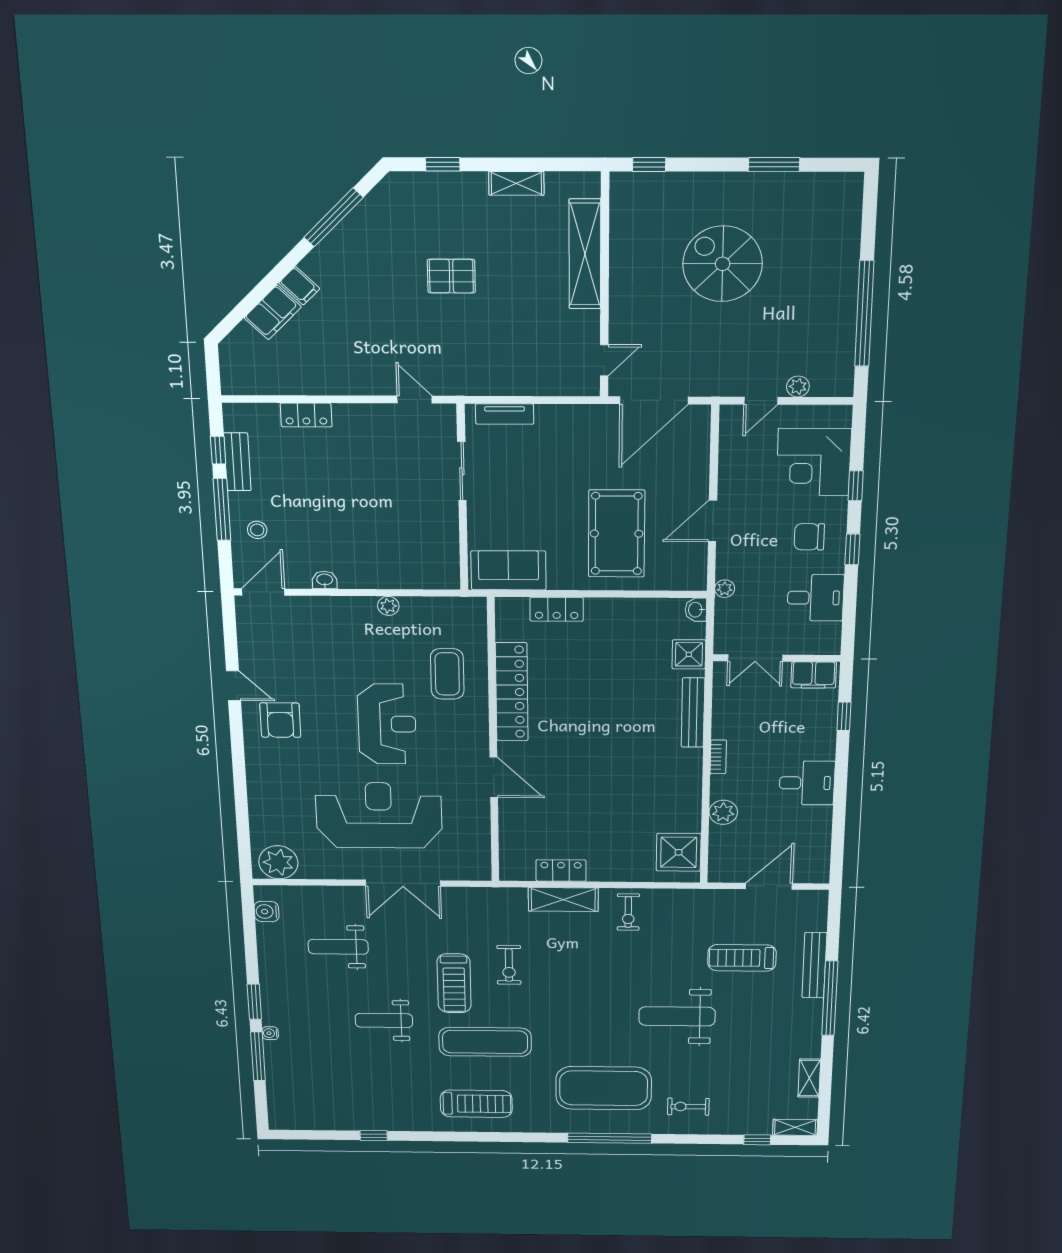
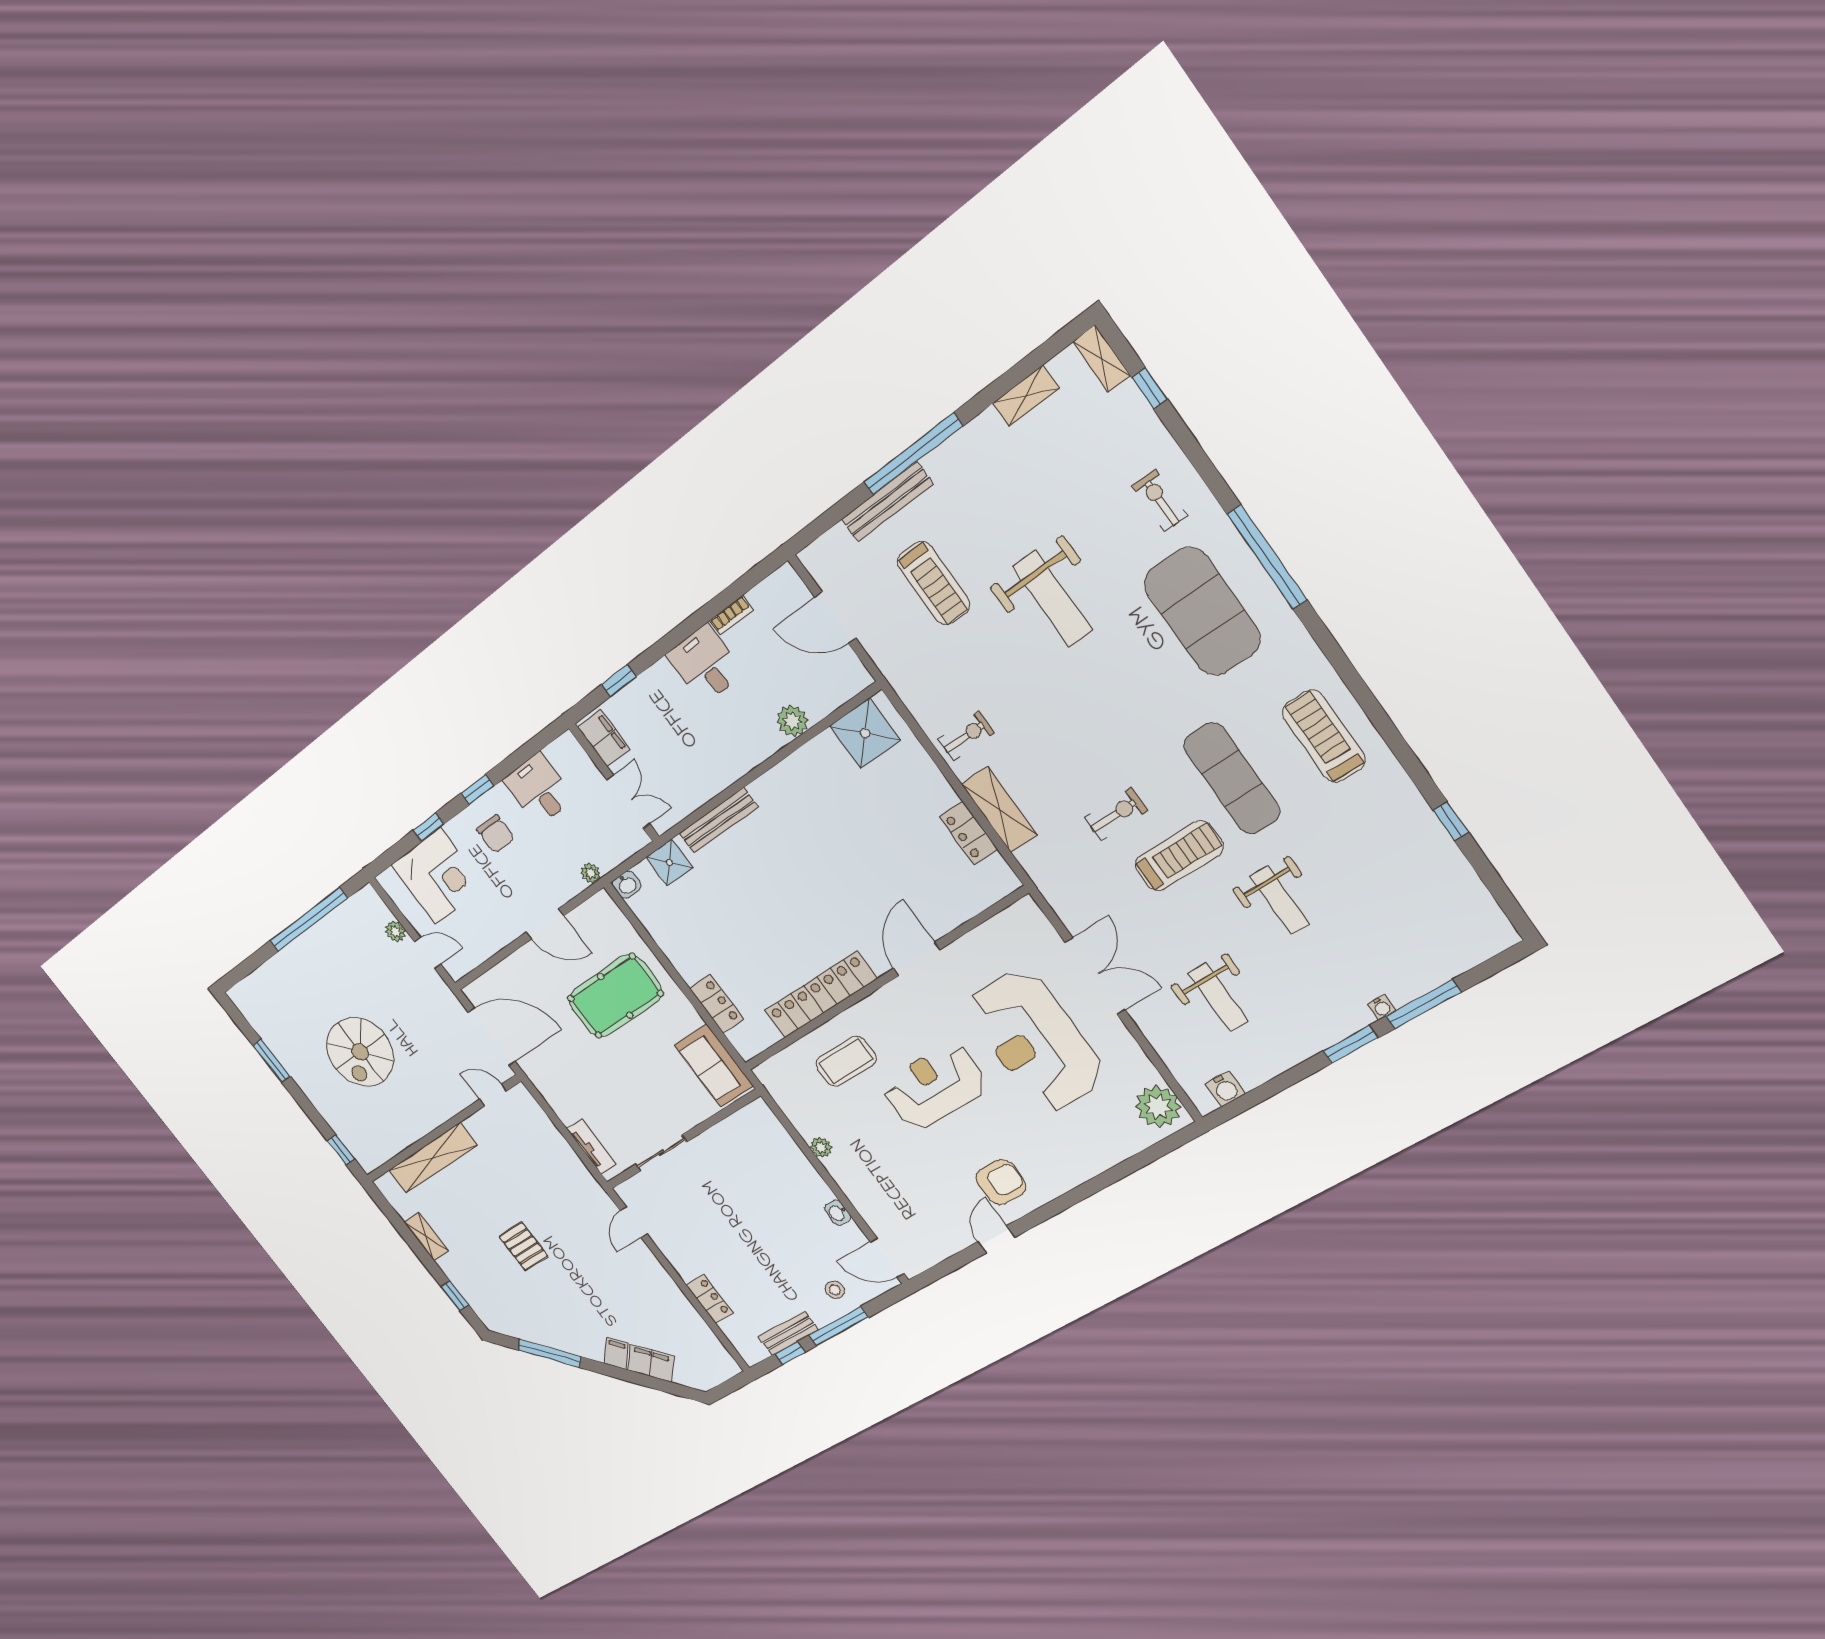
bookcase: (718, 757) -> (731, 615), moved, turned 180
exercise bike: (688, 1107) -> (1160, 501), turned 180

